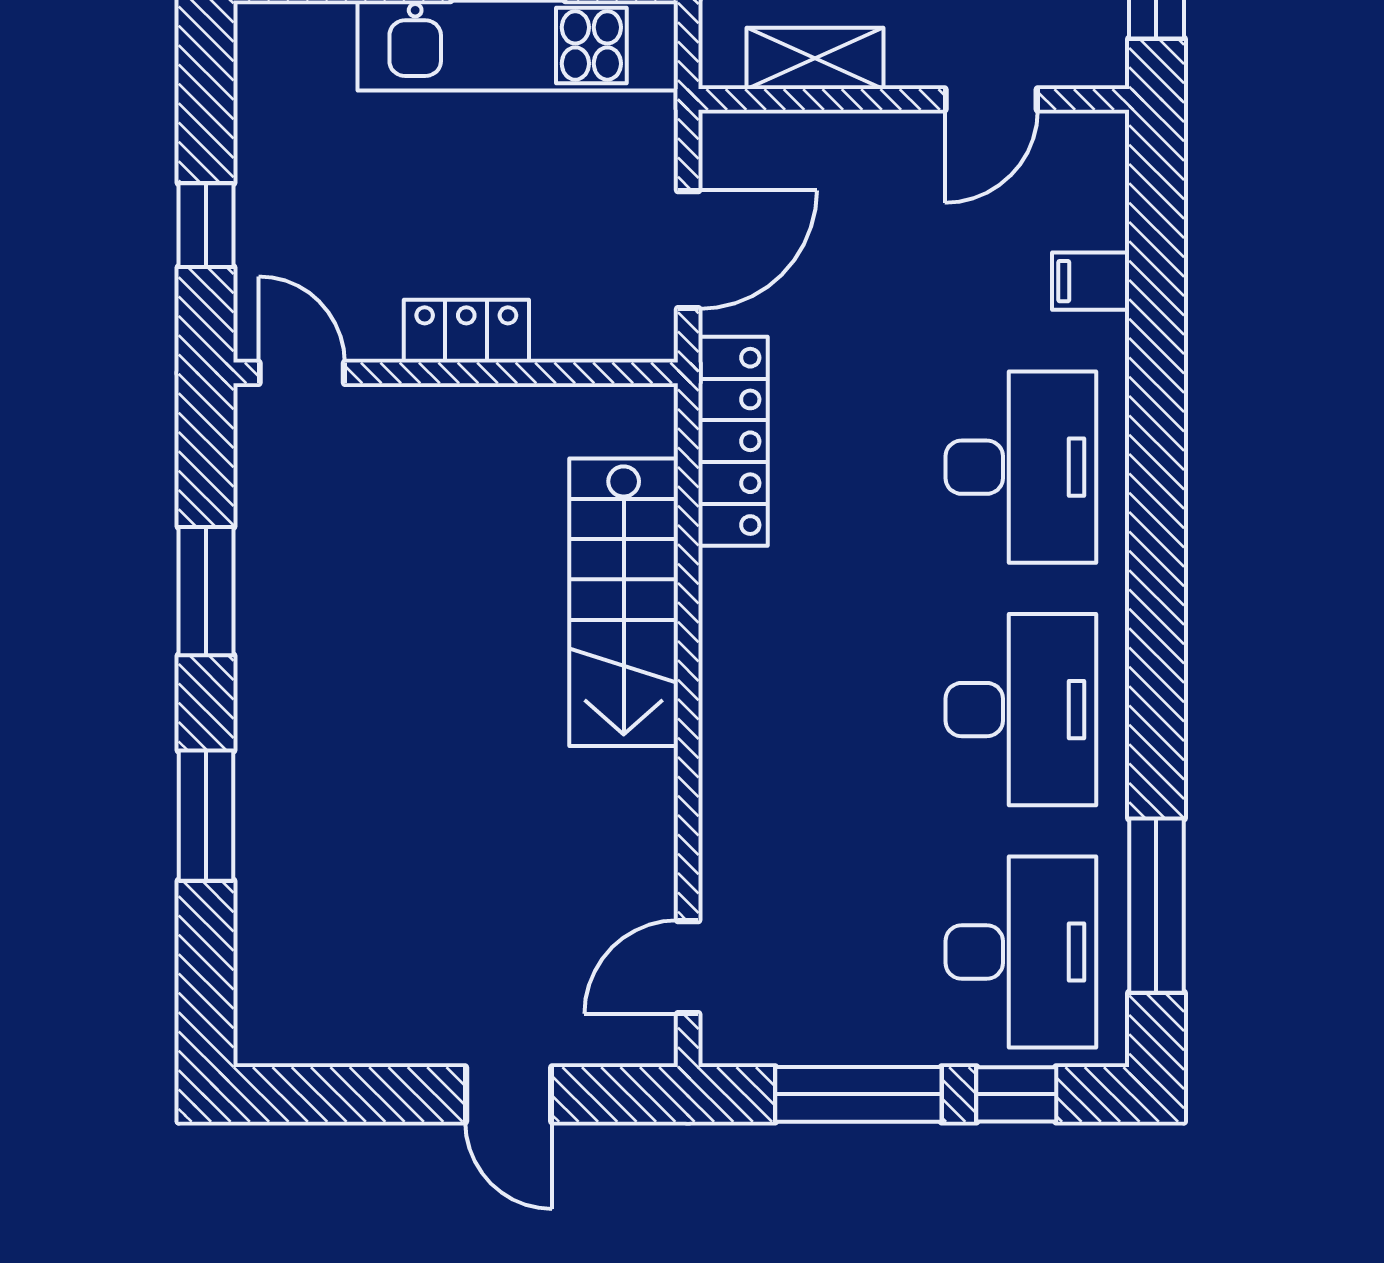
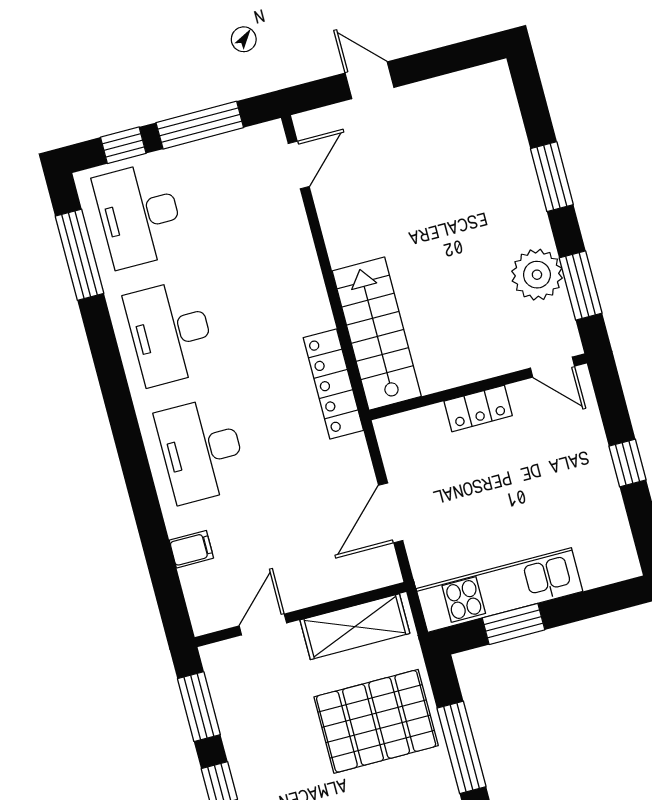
shelving: (815, 58) -> (355, 627), width x1.50, depth x1.33
locker: (466, 331) -> (478, 408), moved
door: (302, 373) -> (553, 367), moved
wall: (456, 373) -> (478, 387), moved
locker: (733, 441) -> (333, 384), moved
plant: (285, 634) -> (537, 275), added

